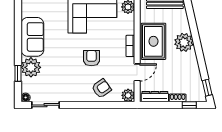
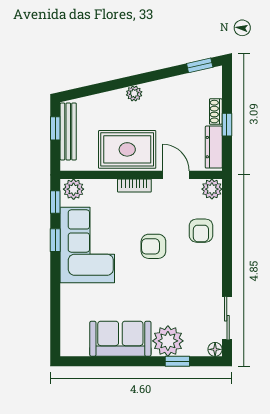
plant: (184, 42) -> (134, 93), width x0.53, depth x0.53
armchair: (102, 88) -> (201, 231), turned -144
window: (189, 105) -> (227, 125), moved

